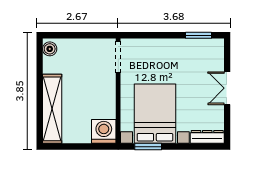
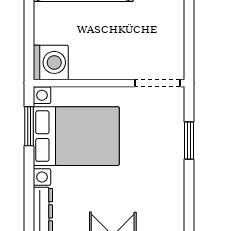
window: (198, 35) -> (189, 140), moved

